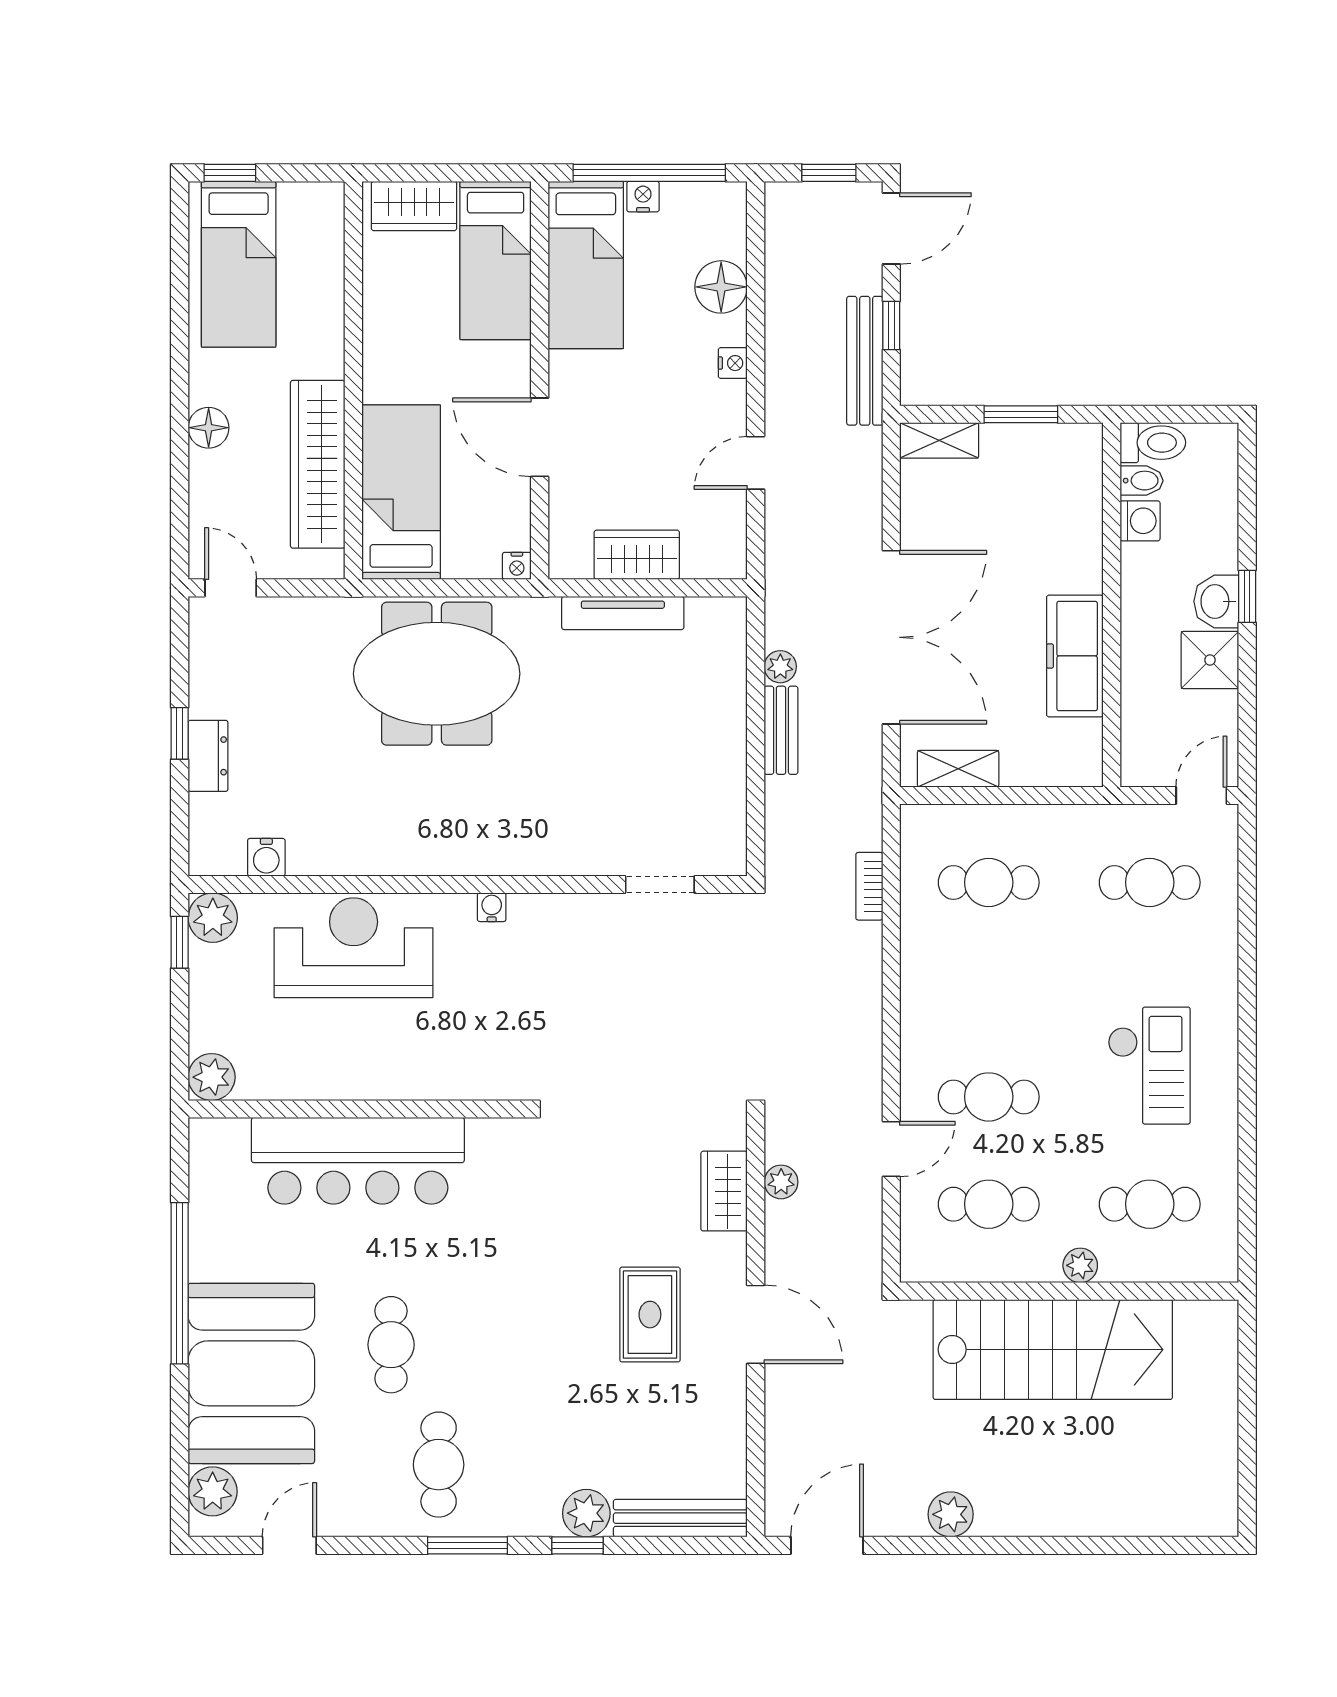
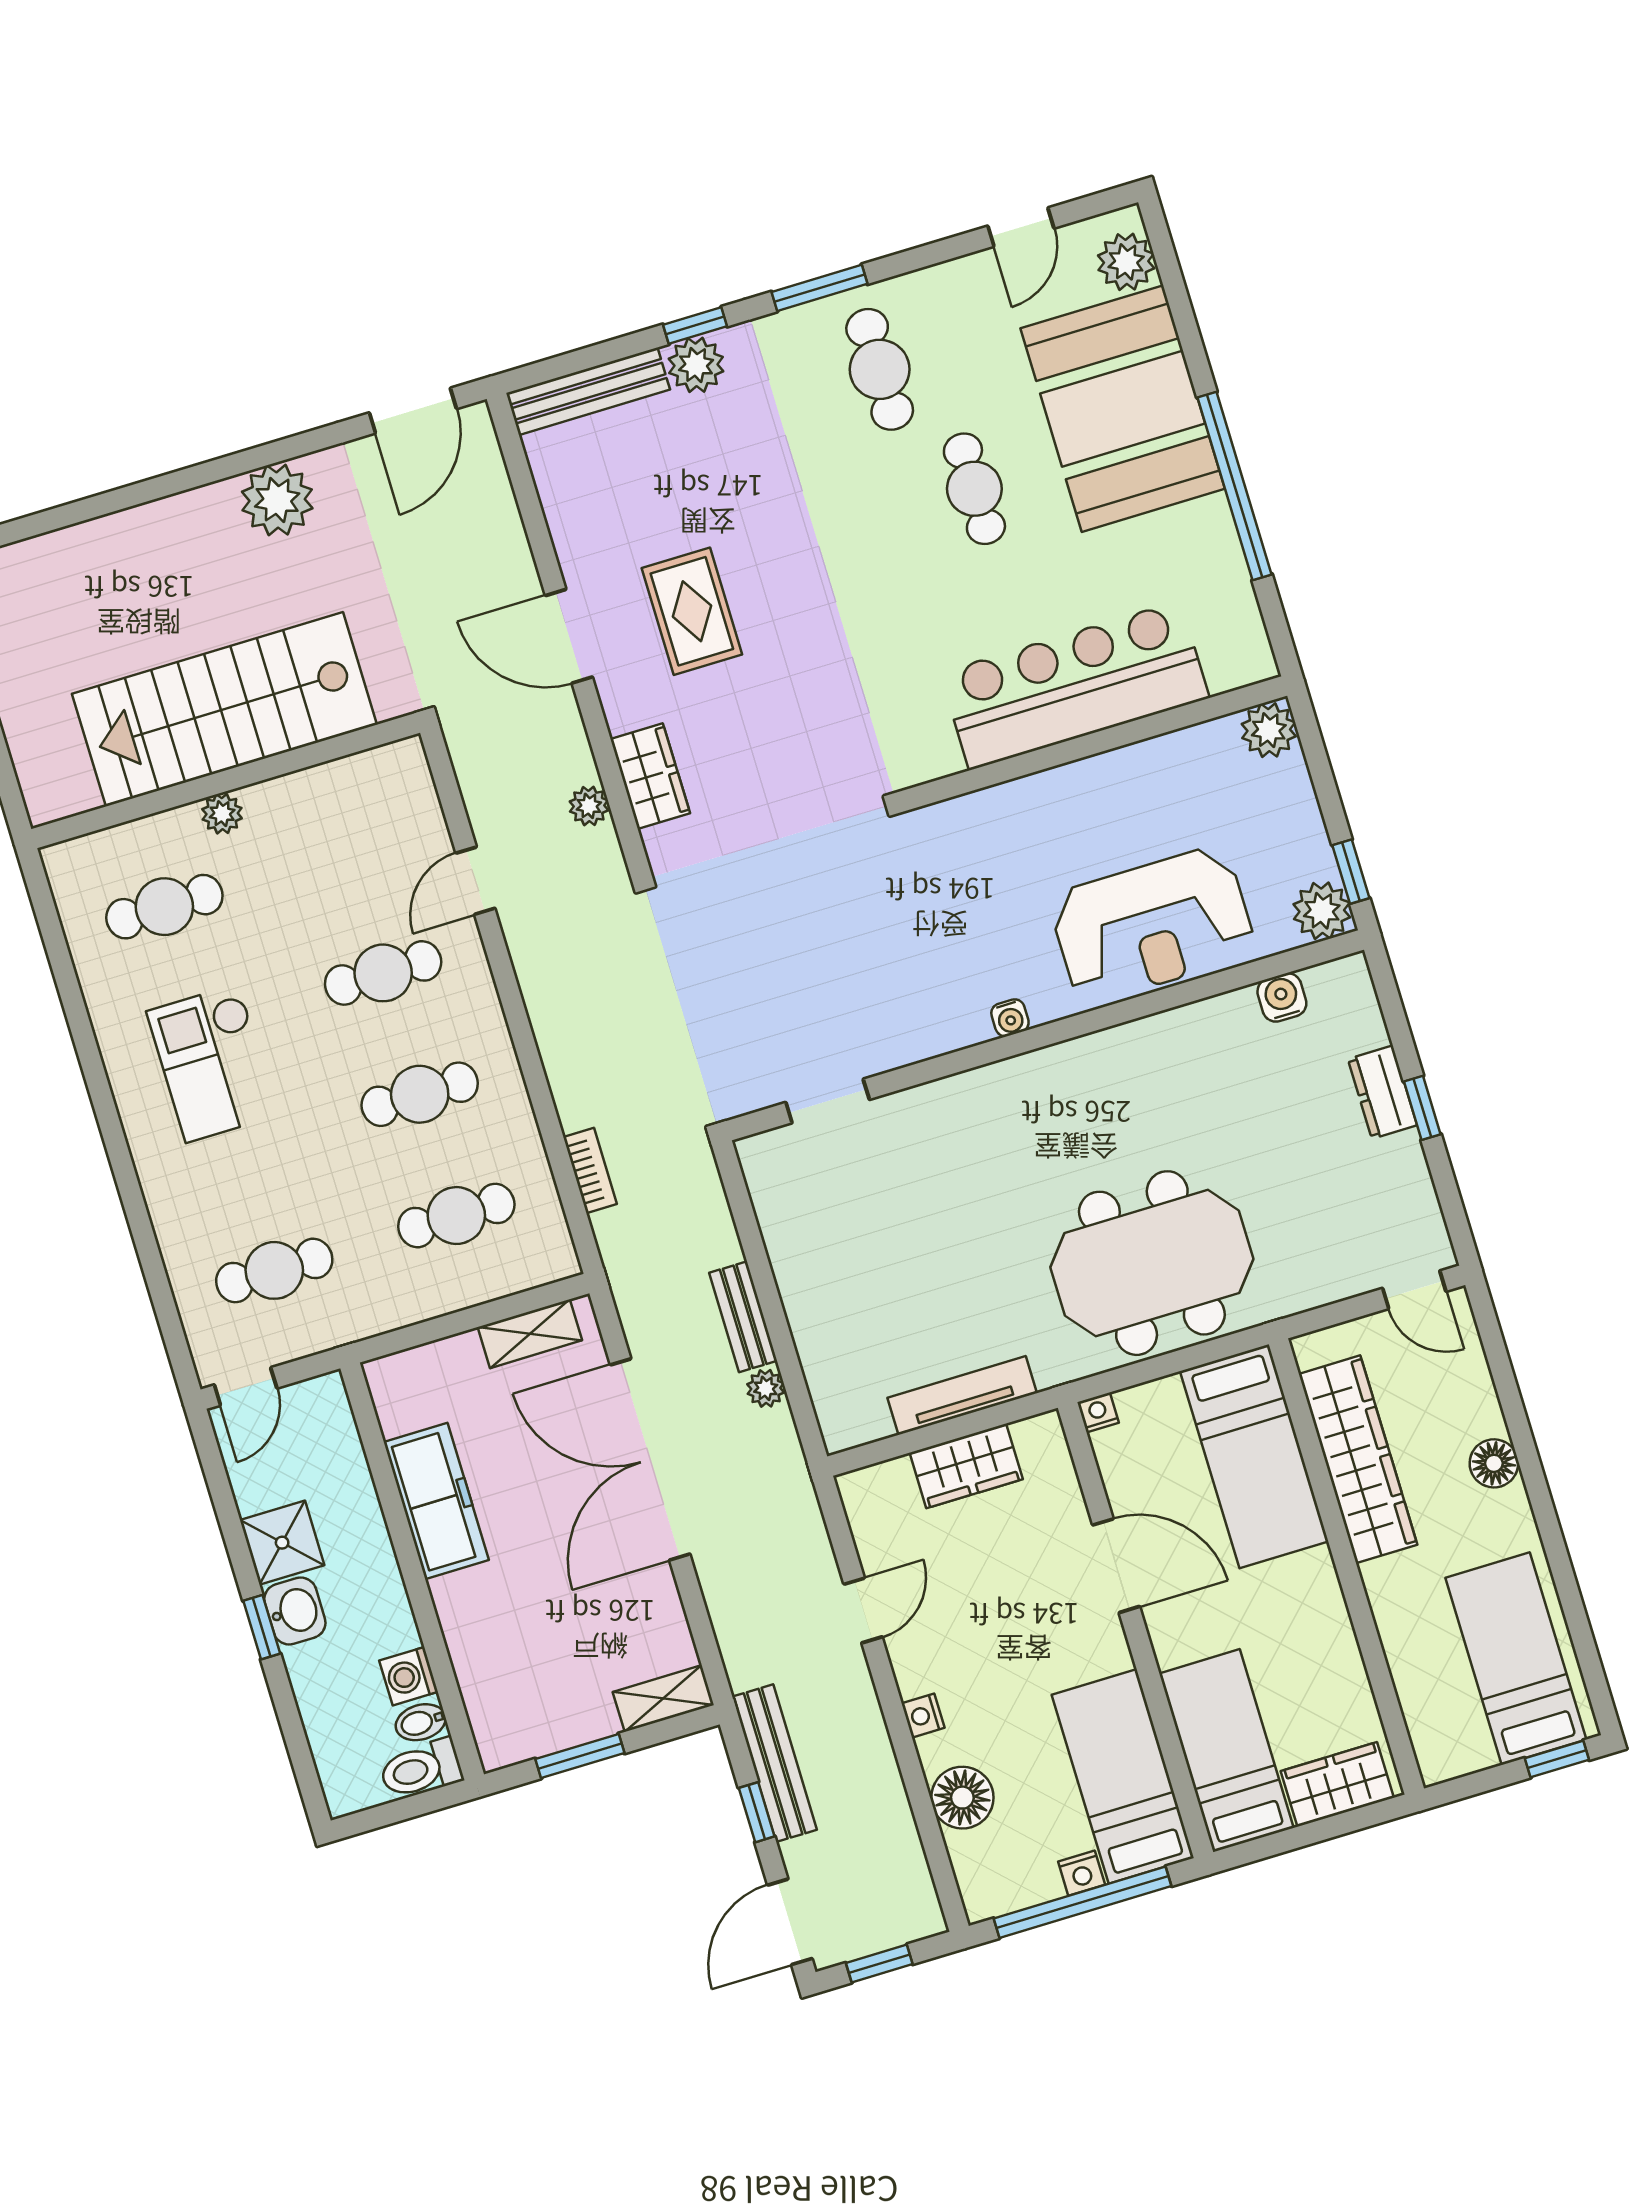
cafe table: (989, 1204) -> (420, 1094), moved
plant: (951, 1514) -> (277, 500), width x1.36, depth x1.36

